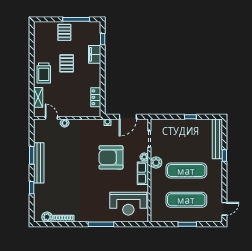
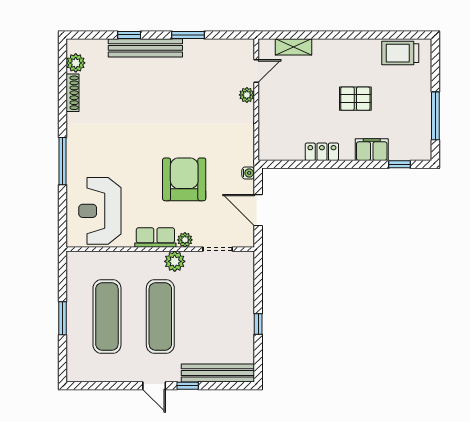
pallet: (64, 32) -> (412, 94), removed
trolley: (44, 73) -> (400, 53), moved
locker: (96, 97) -> (322, 152), moved
bench: (39, 163) -> (145, 48), moved
door: (224, 209) -> (154, 386), moved

